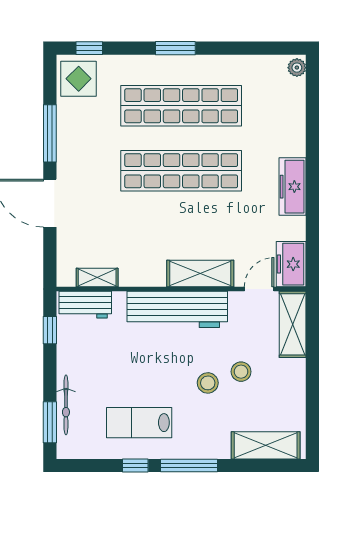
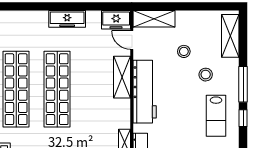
stool: (208, 383) -> (206, 75), moved

